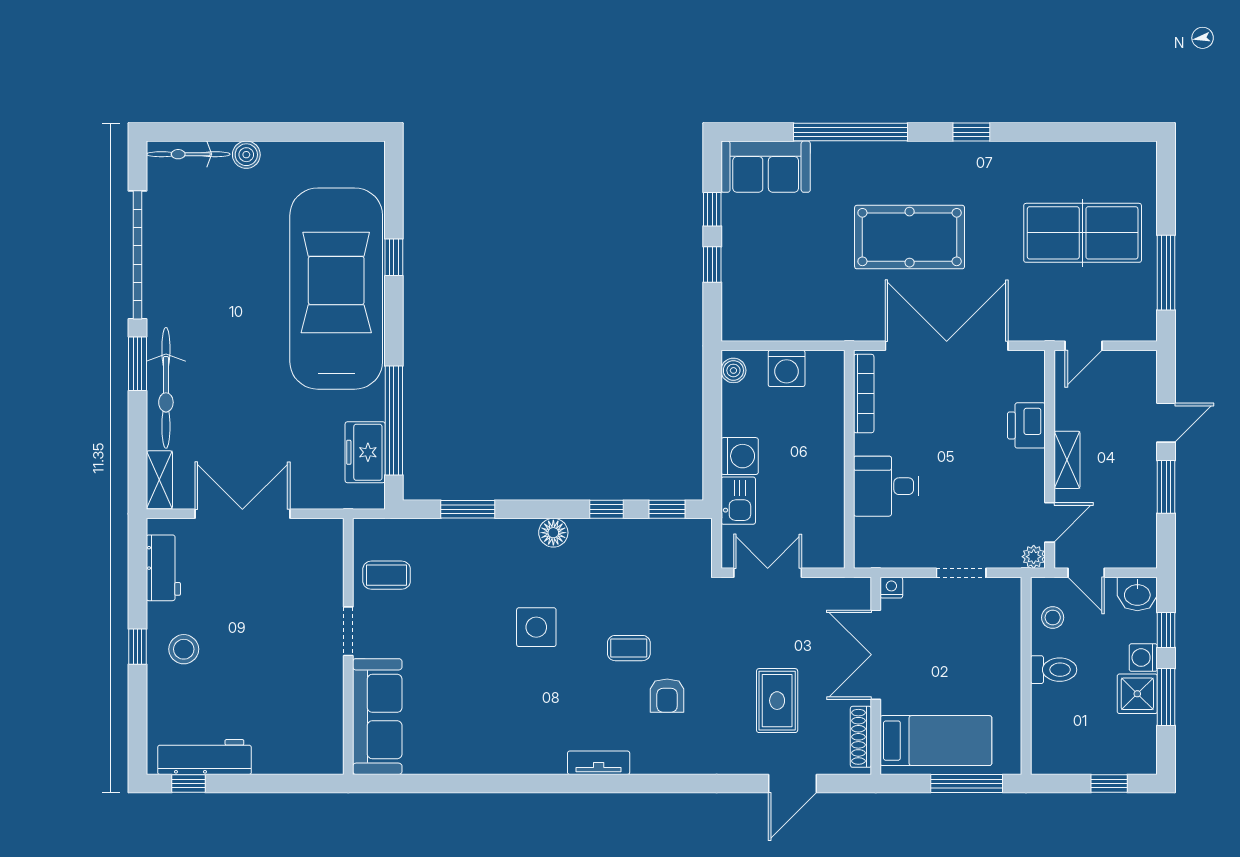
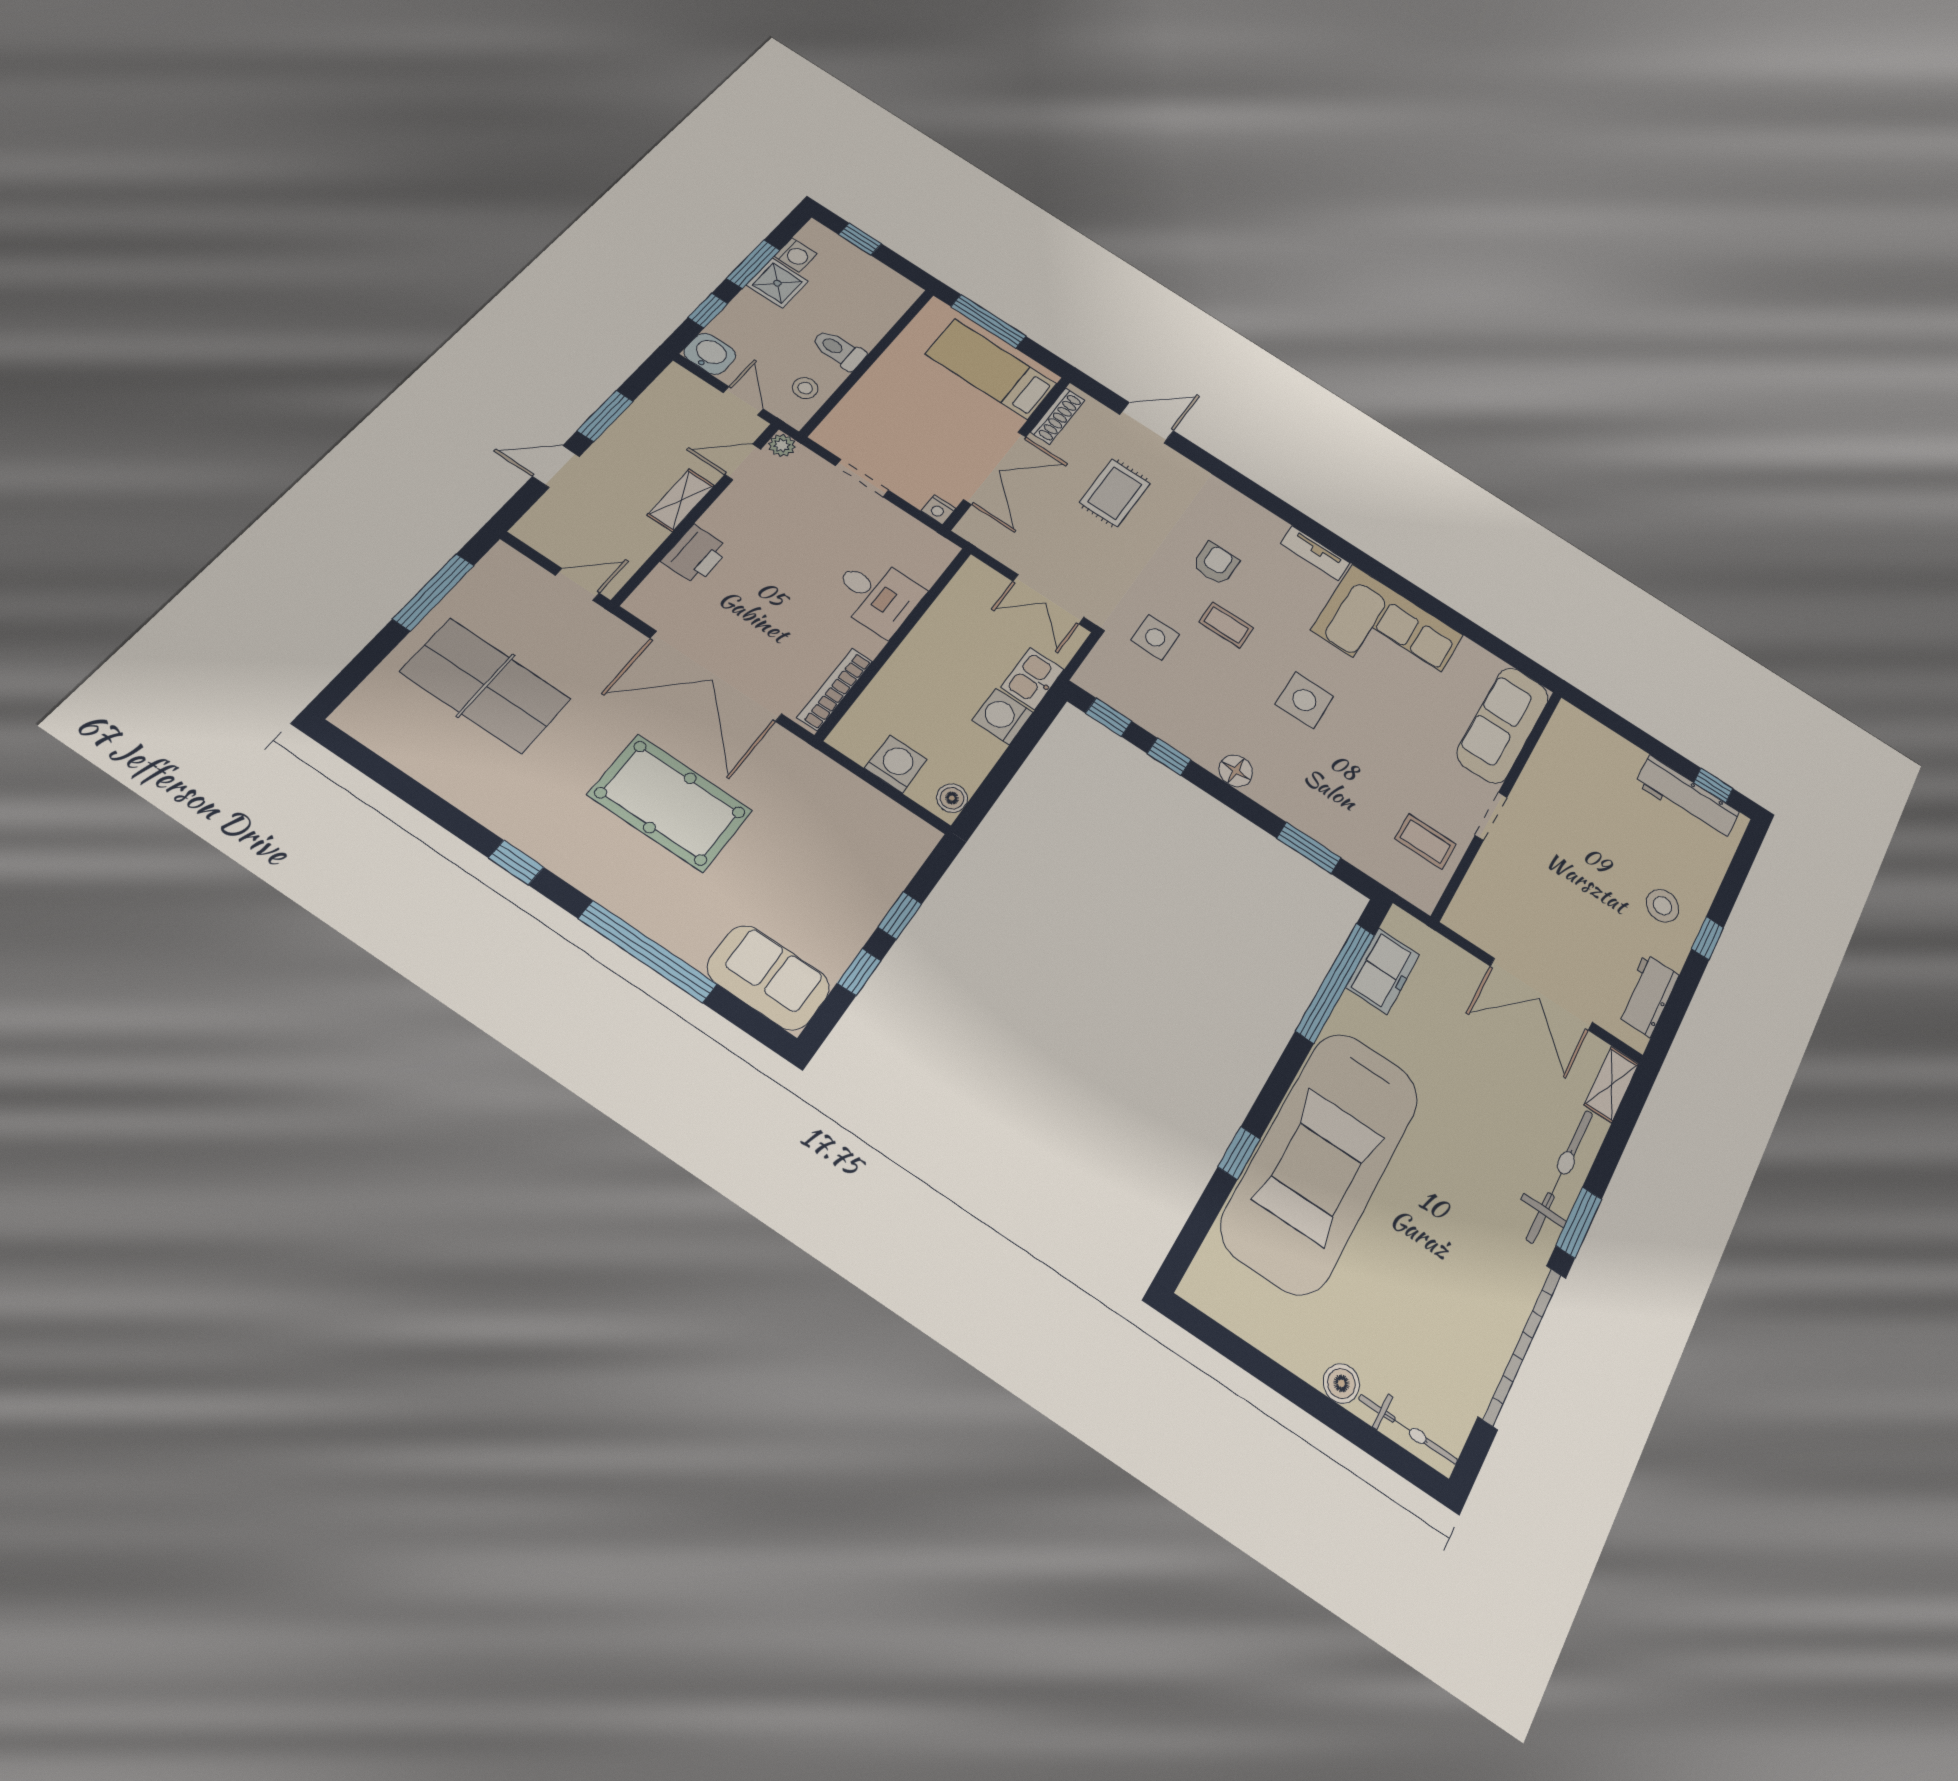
side table: (673, 599) -> (1155, 637), added
washing machine: (1143, 658) -> (796, 255), moved
corner sofa: (506, 733) -> (1387, 633), added

